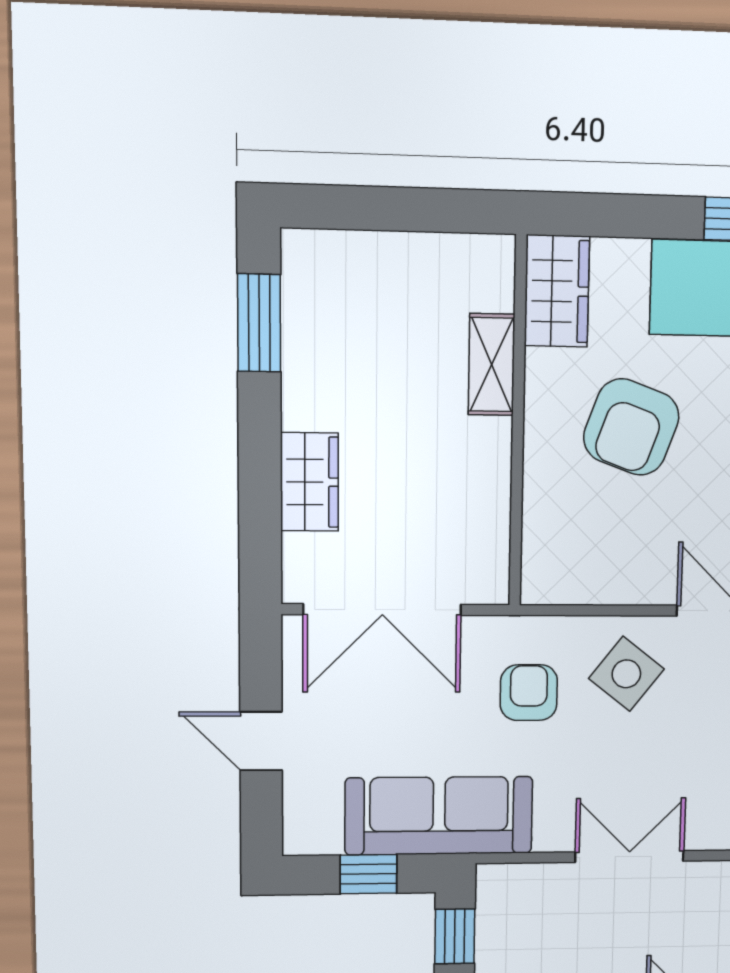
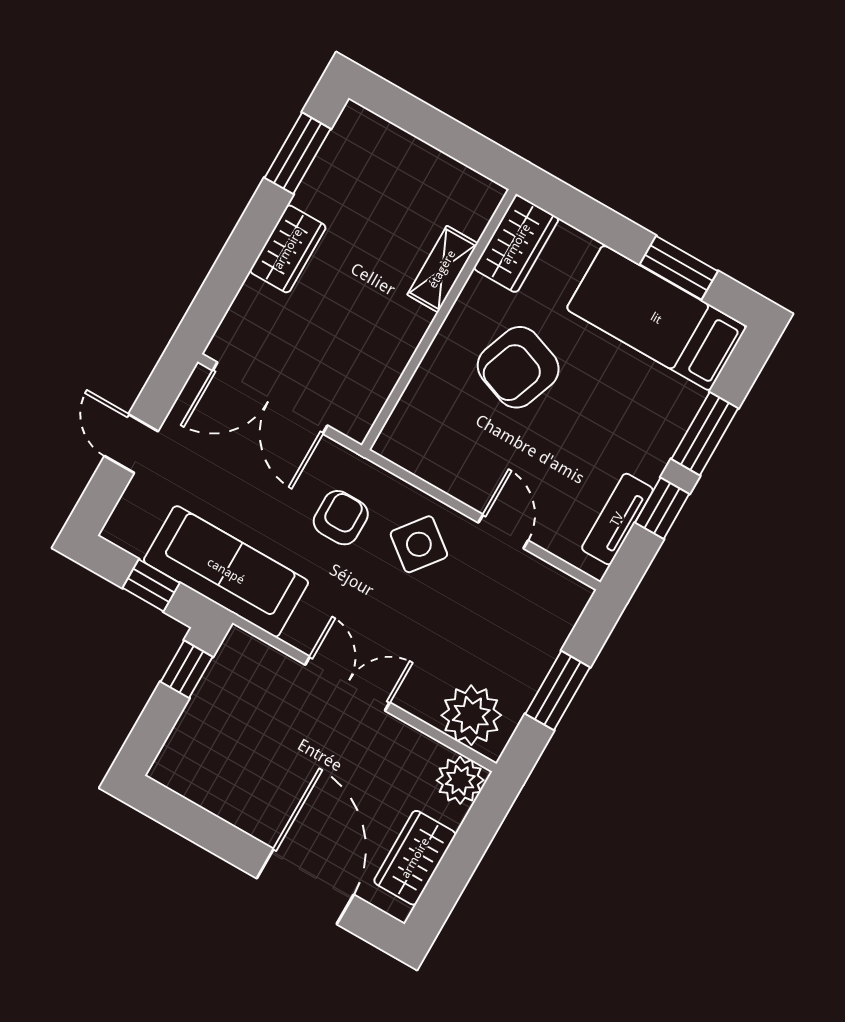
wardrobe: (309, 482) -> (288, 249), moved

